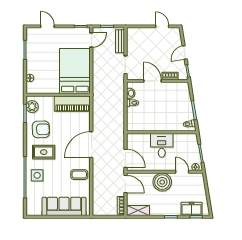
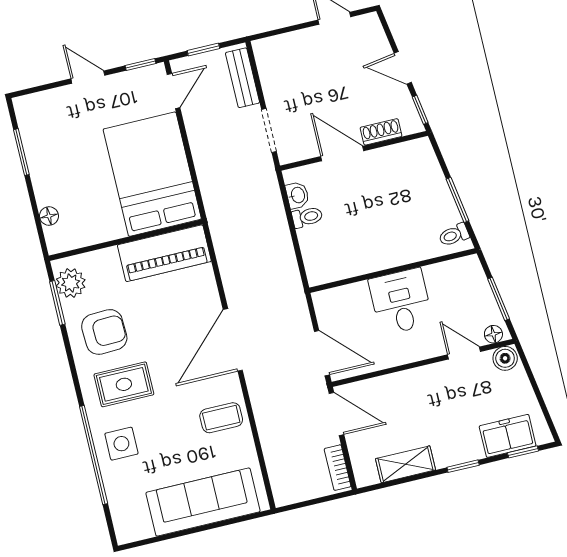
door: (47, 26) -> (88, 77), moved
door: (185, 53) -> (403, 68), hinge flipped
boiler: (162, 182) -> (505, 358), moved, width x0.54, depth x0.54
shelving: (138, 211) -> (406, 464), moved

